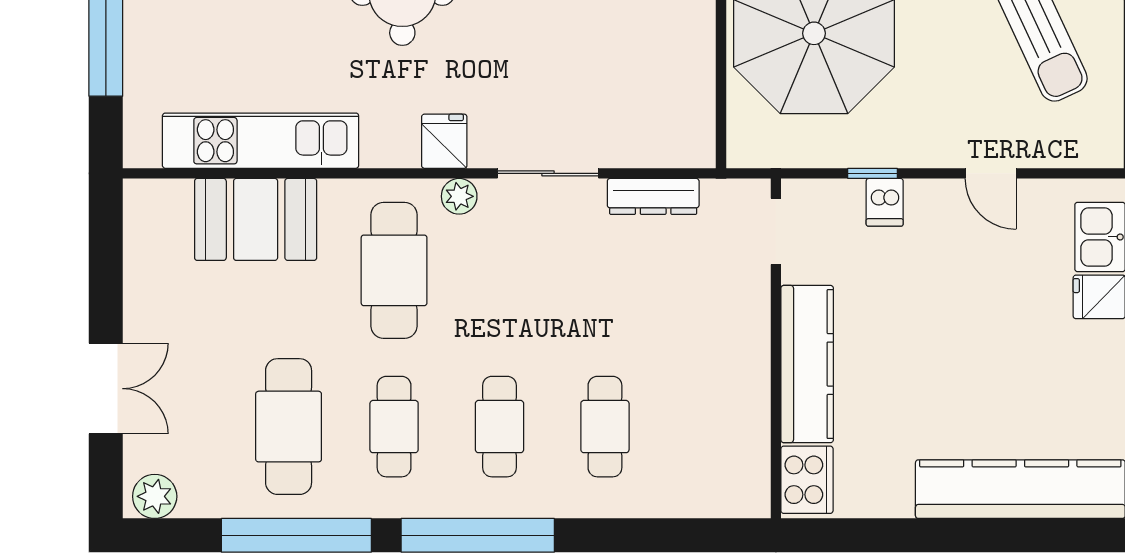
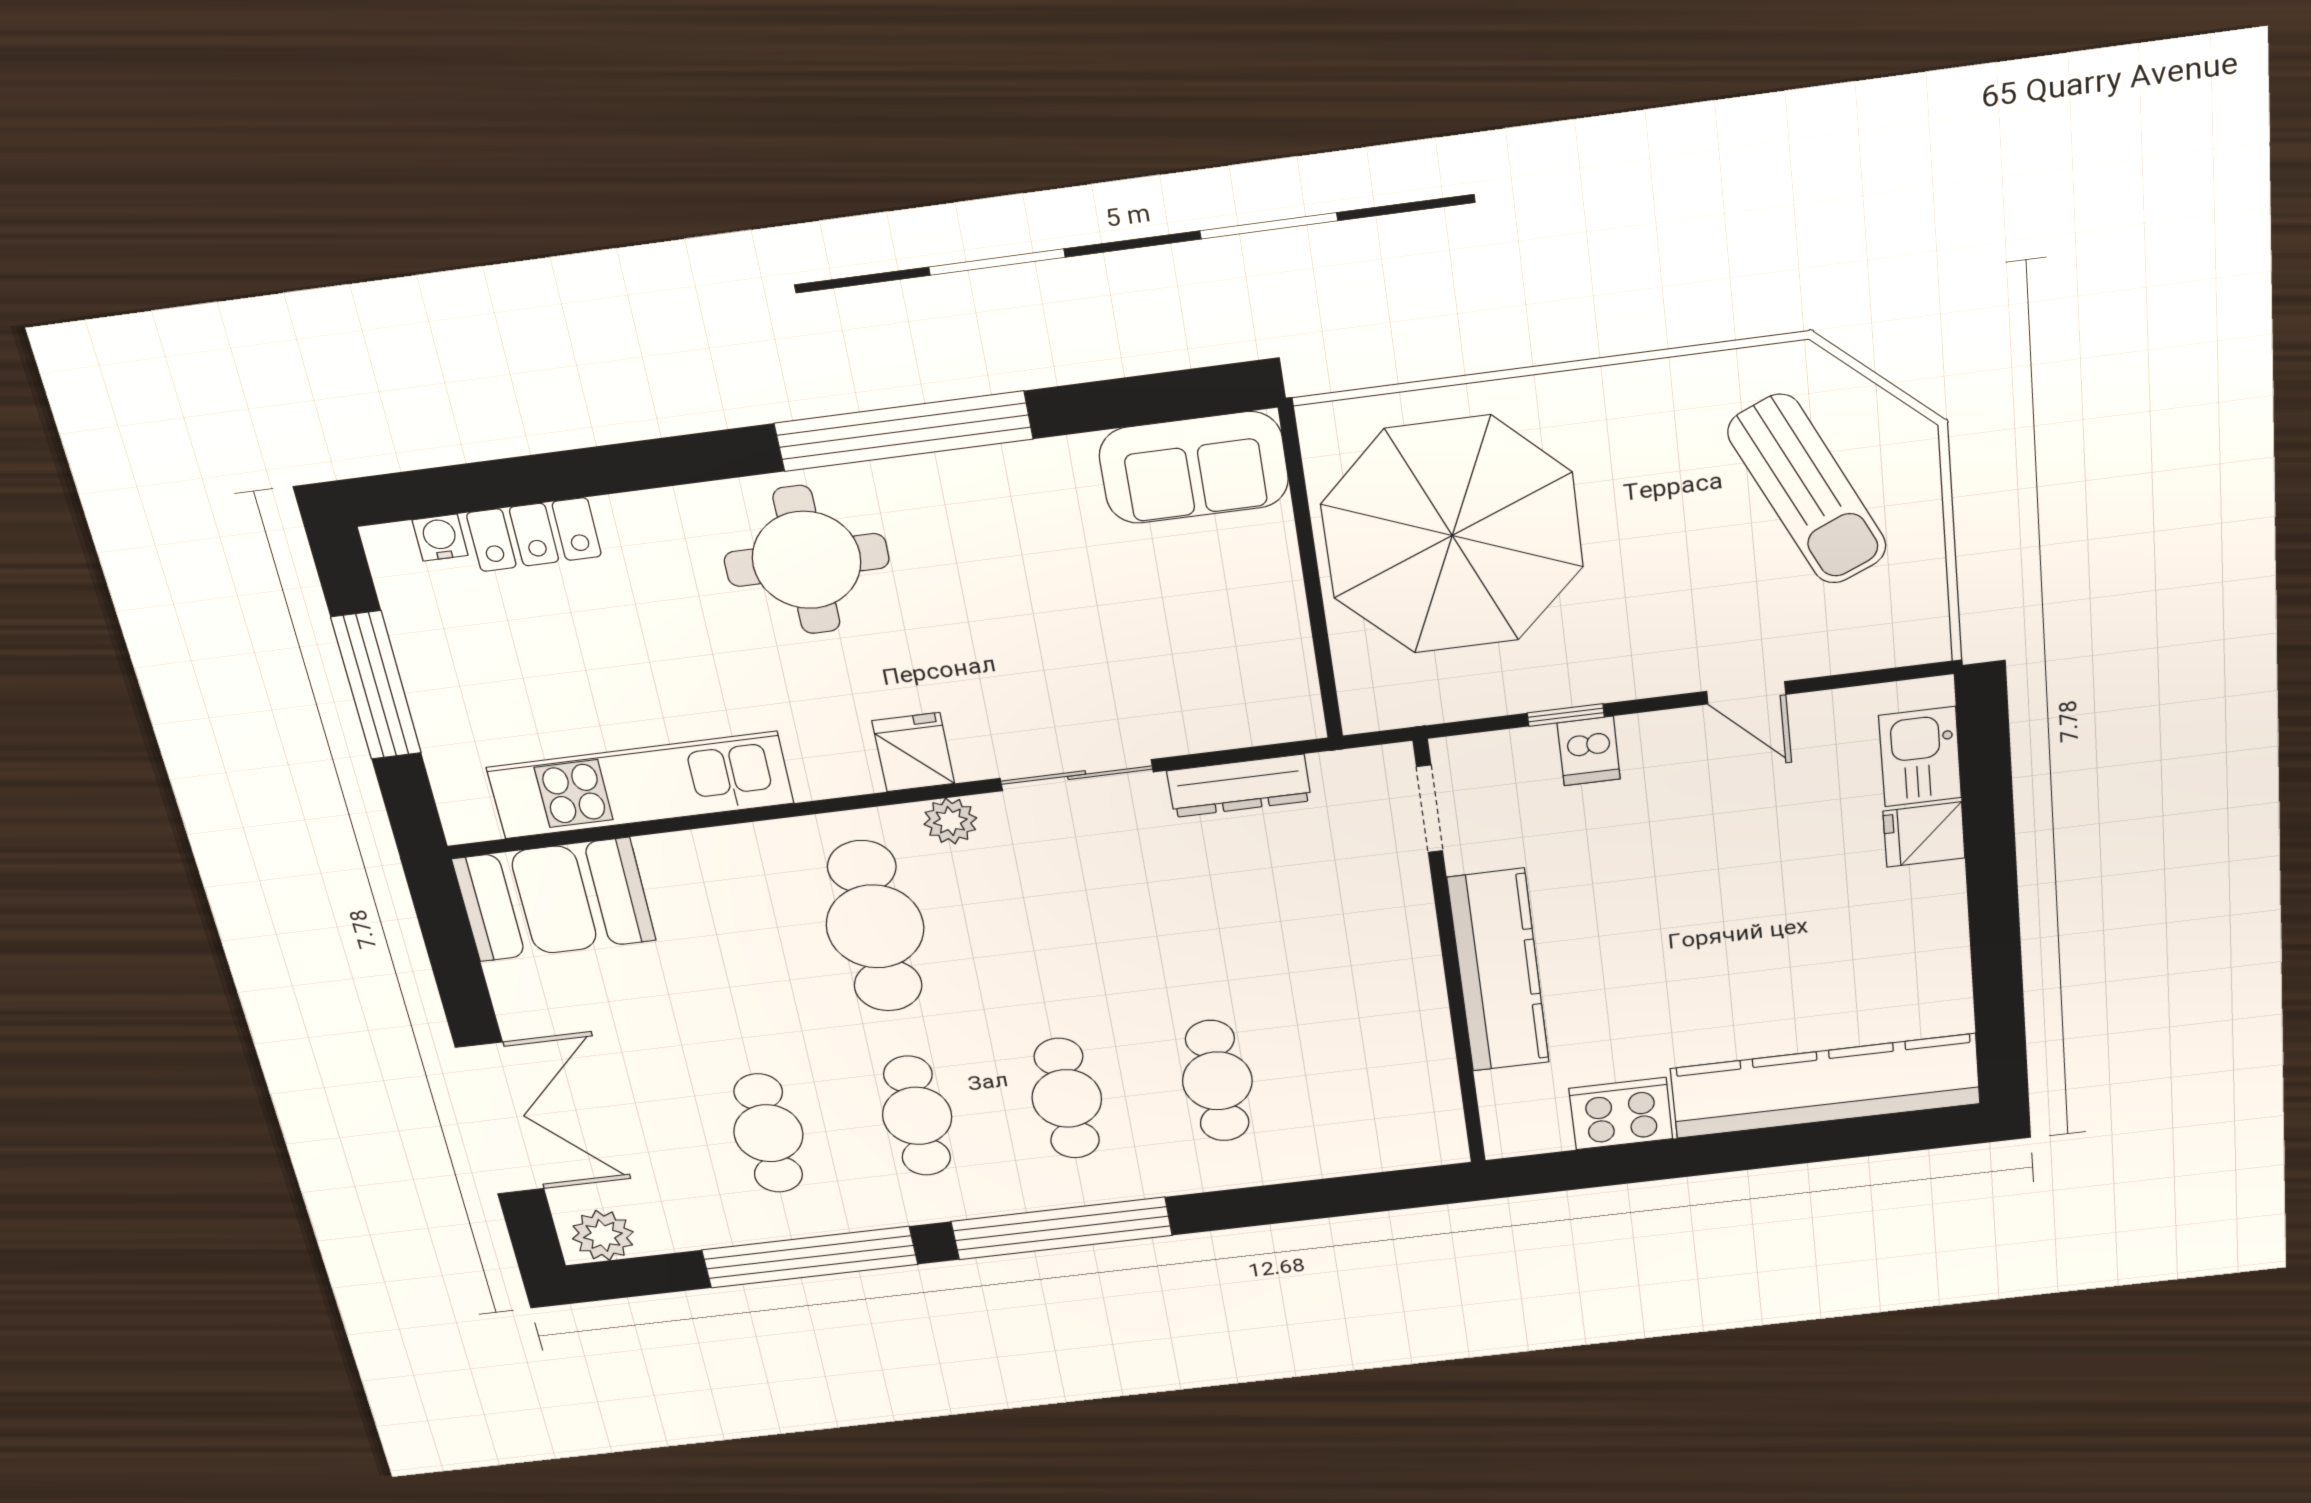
booth: (256, 219) -> (554, 900), moved
double door: (106, 389) -> (500, 1119), width x1.37
cafe table: (289, 427) -> (768, 1133), width x0.73, depth x0.74
cooker: (807, 480) -> (1621, 1114), moved, turned -90

